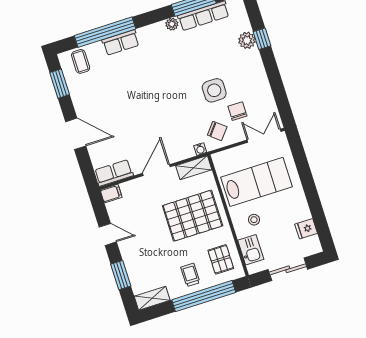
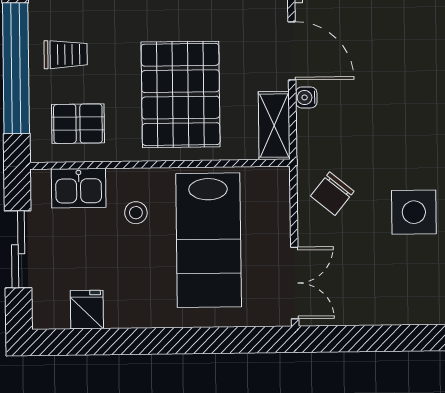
chair: (237, 111) -> (359, 245), removed
water cooler: (200, 149) -> (306, 97), moved

